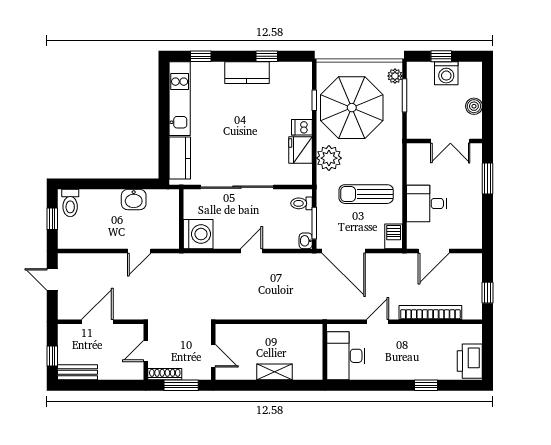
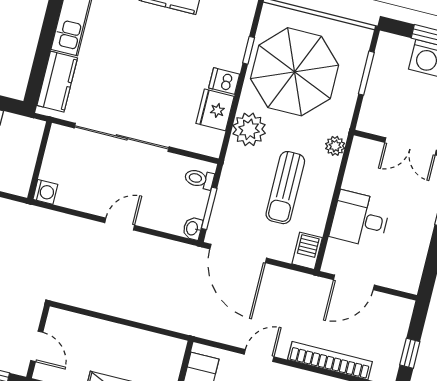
plant: (395, 76) -> (335, 146), moved
sun lounger: (366, 194) -> (285, 188), turned -90
washing machine: (198, 234) -> (45, 192), width x0.53, depth x0.53

